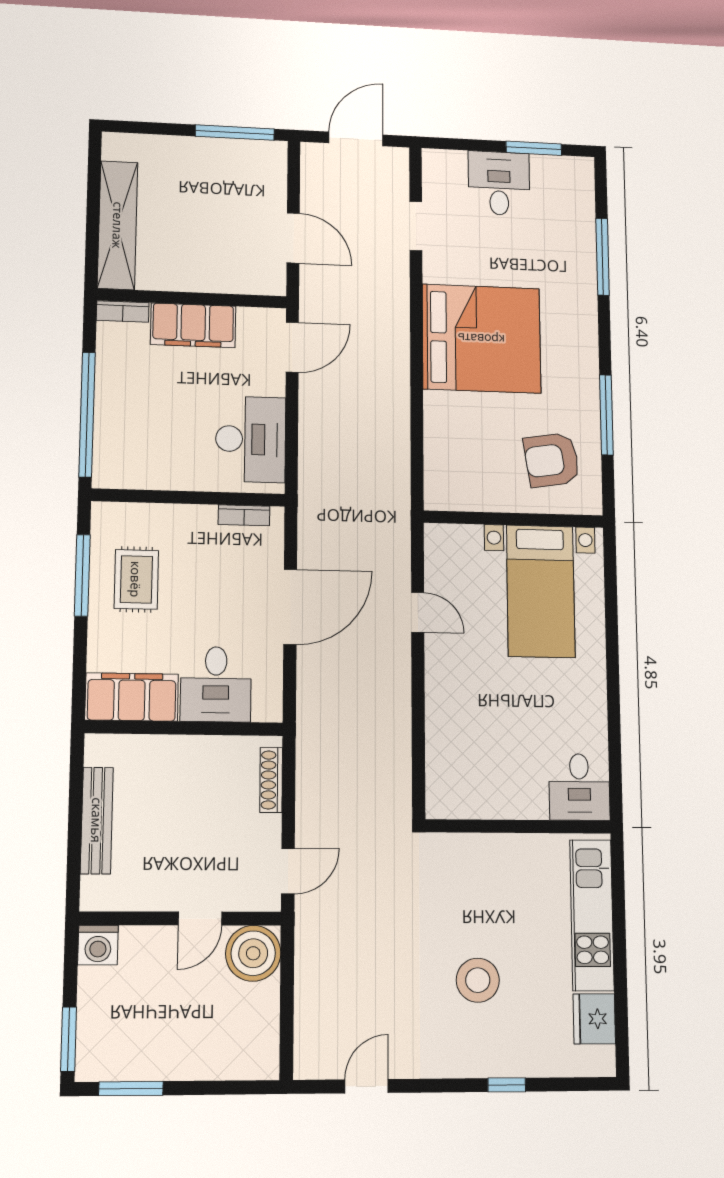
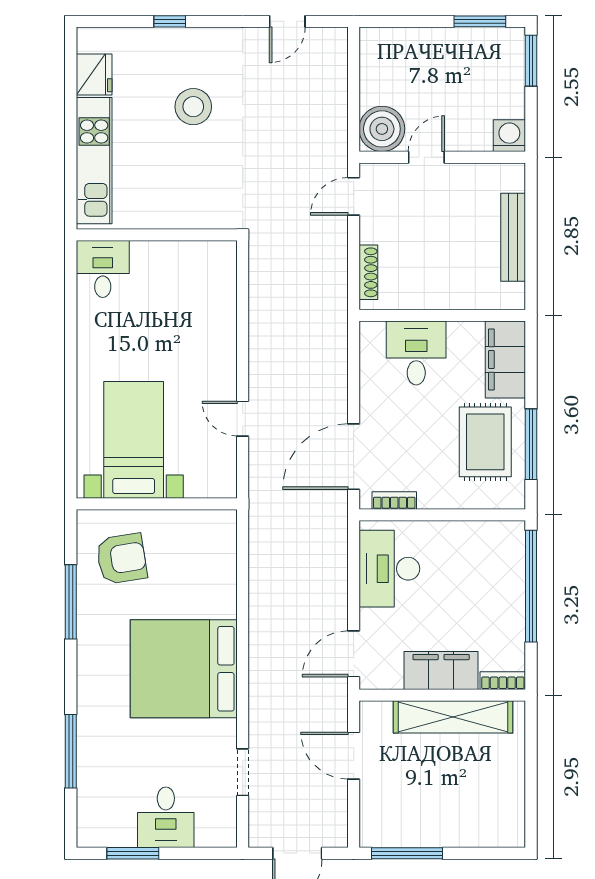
shelving: (118, 225) -> (453, 717), moved, turned 90
rug: (136, 579) -> (485, 442), width x1.36, depth x1.43
door: (290, 607) -> (354, 457), moved
filing cabinet: (132, 697) -> (505, 359), moved, turned 90

